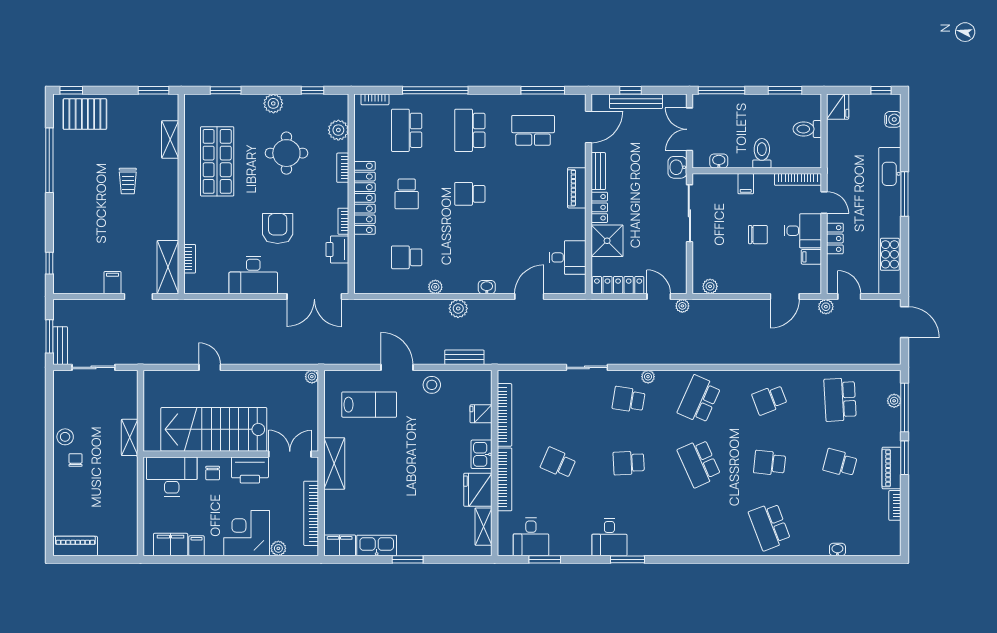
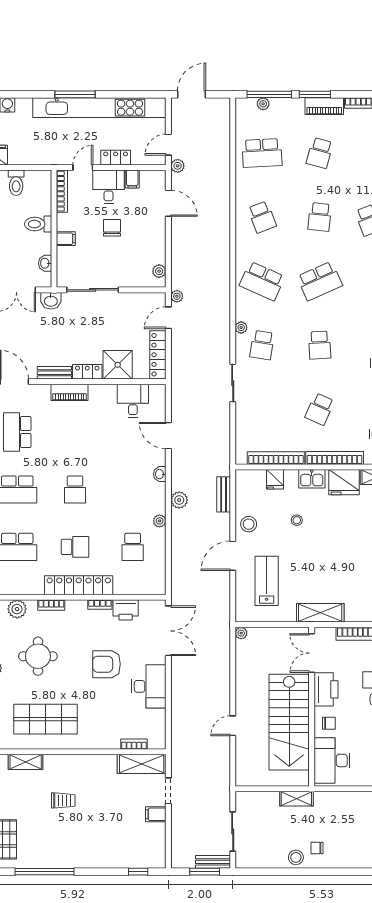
stool: (436, 438) -> (297, 520), added

